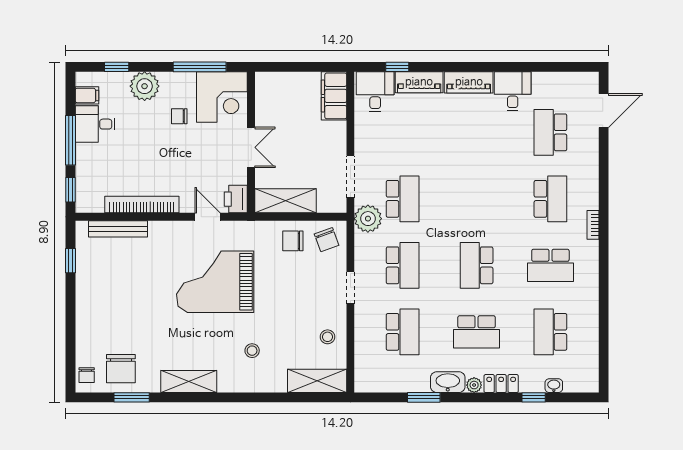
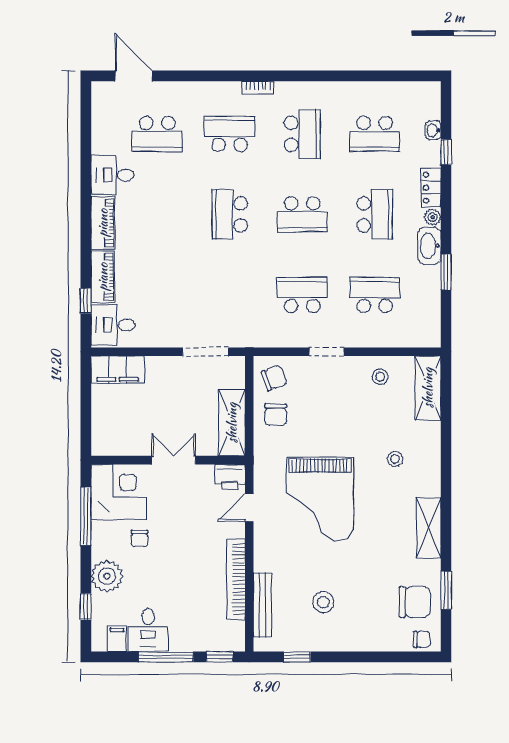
school desk: (403, 199) -> (230, 214), moved, turned -90
plant: (368, 219) -> (251, 333), removed
stool: (121, 285) -> (323, 602), added

